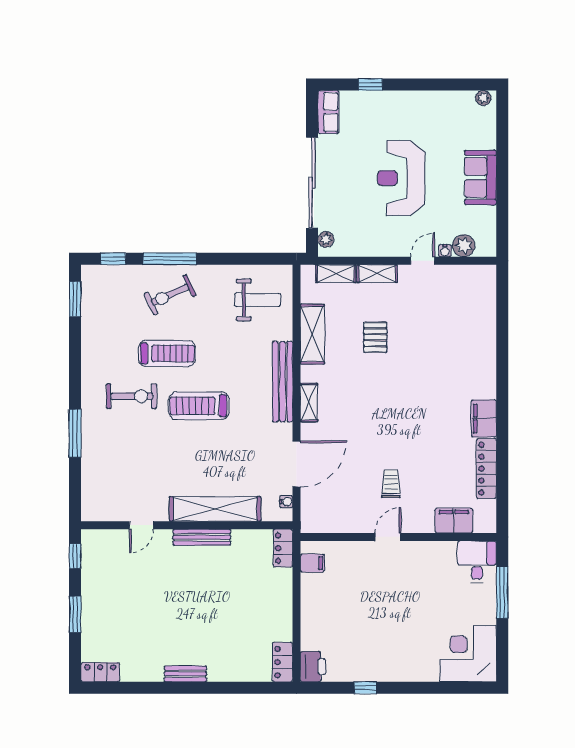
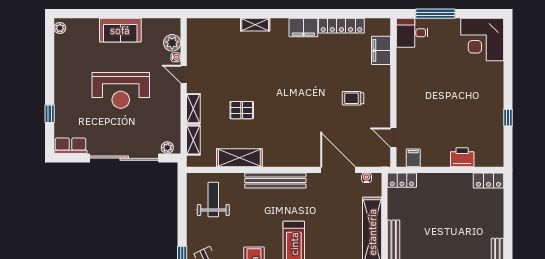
shelving: (309, 402) -> (255, 25), moved
door: (388, 537) -> (393, 138), moved
printer: (313, 667) -> (462, 157), moved

